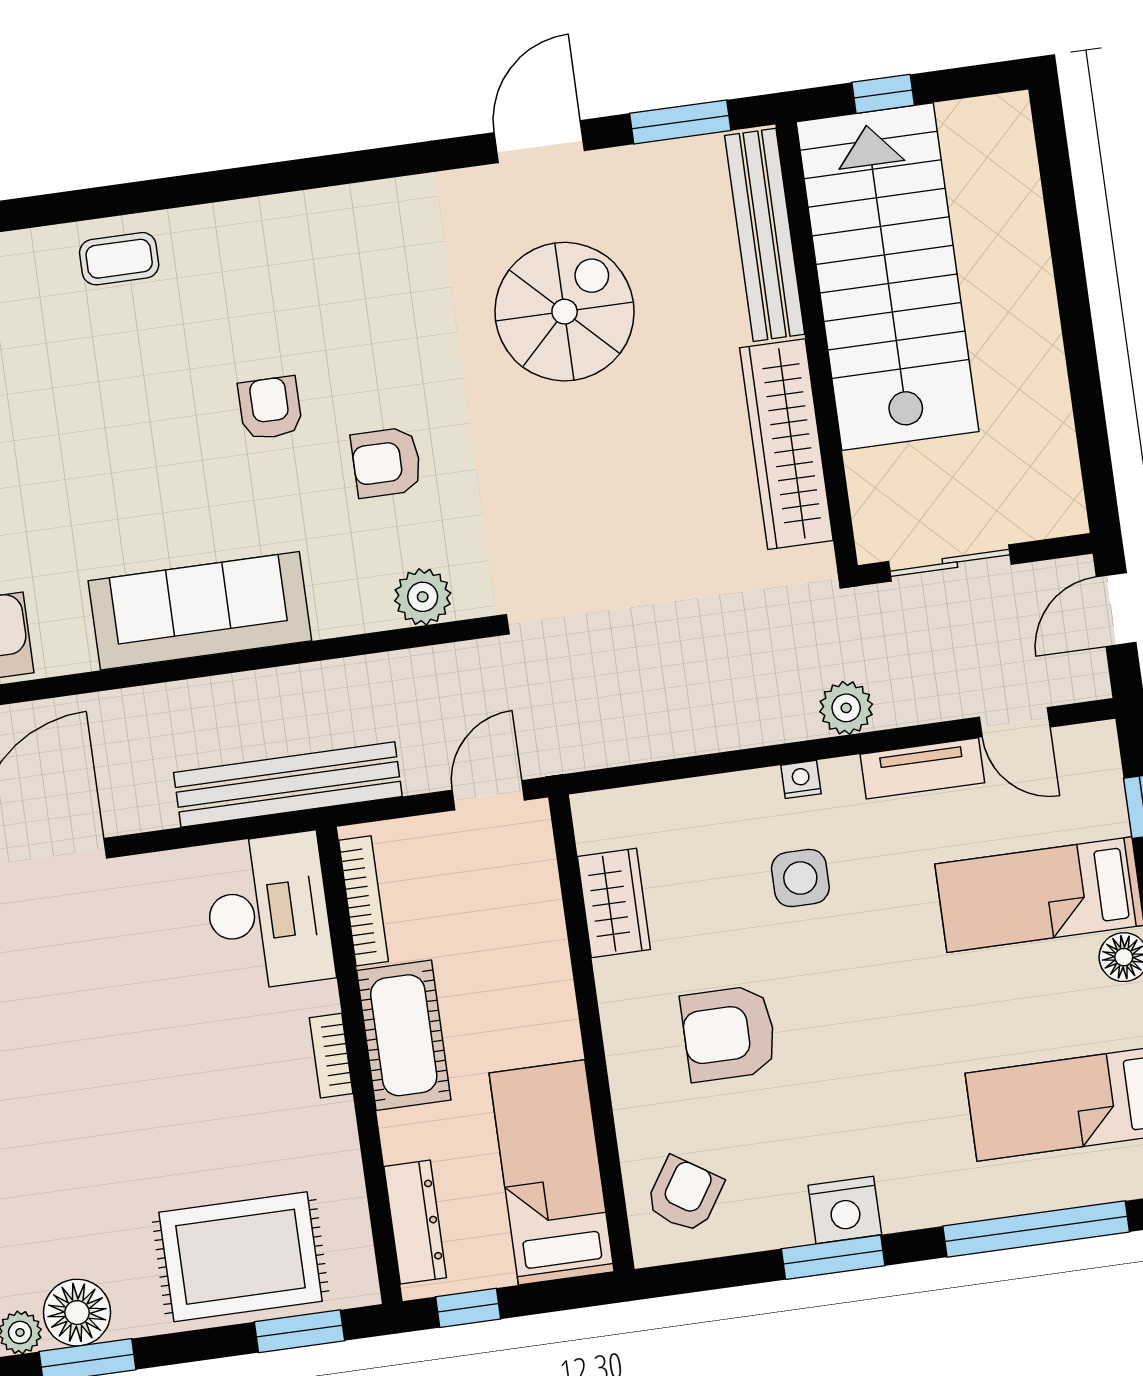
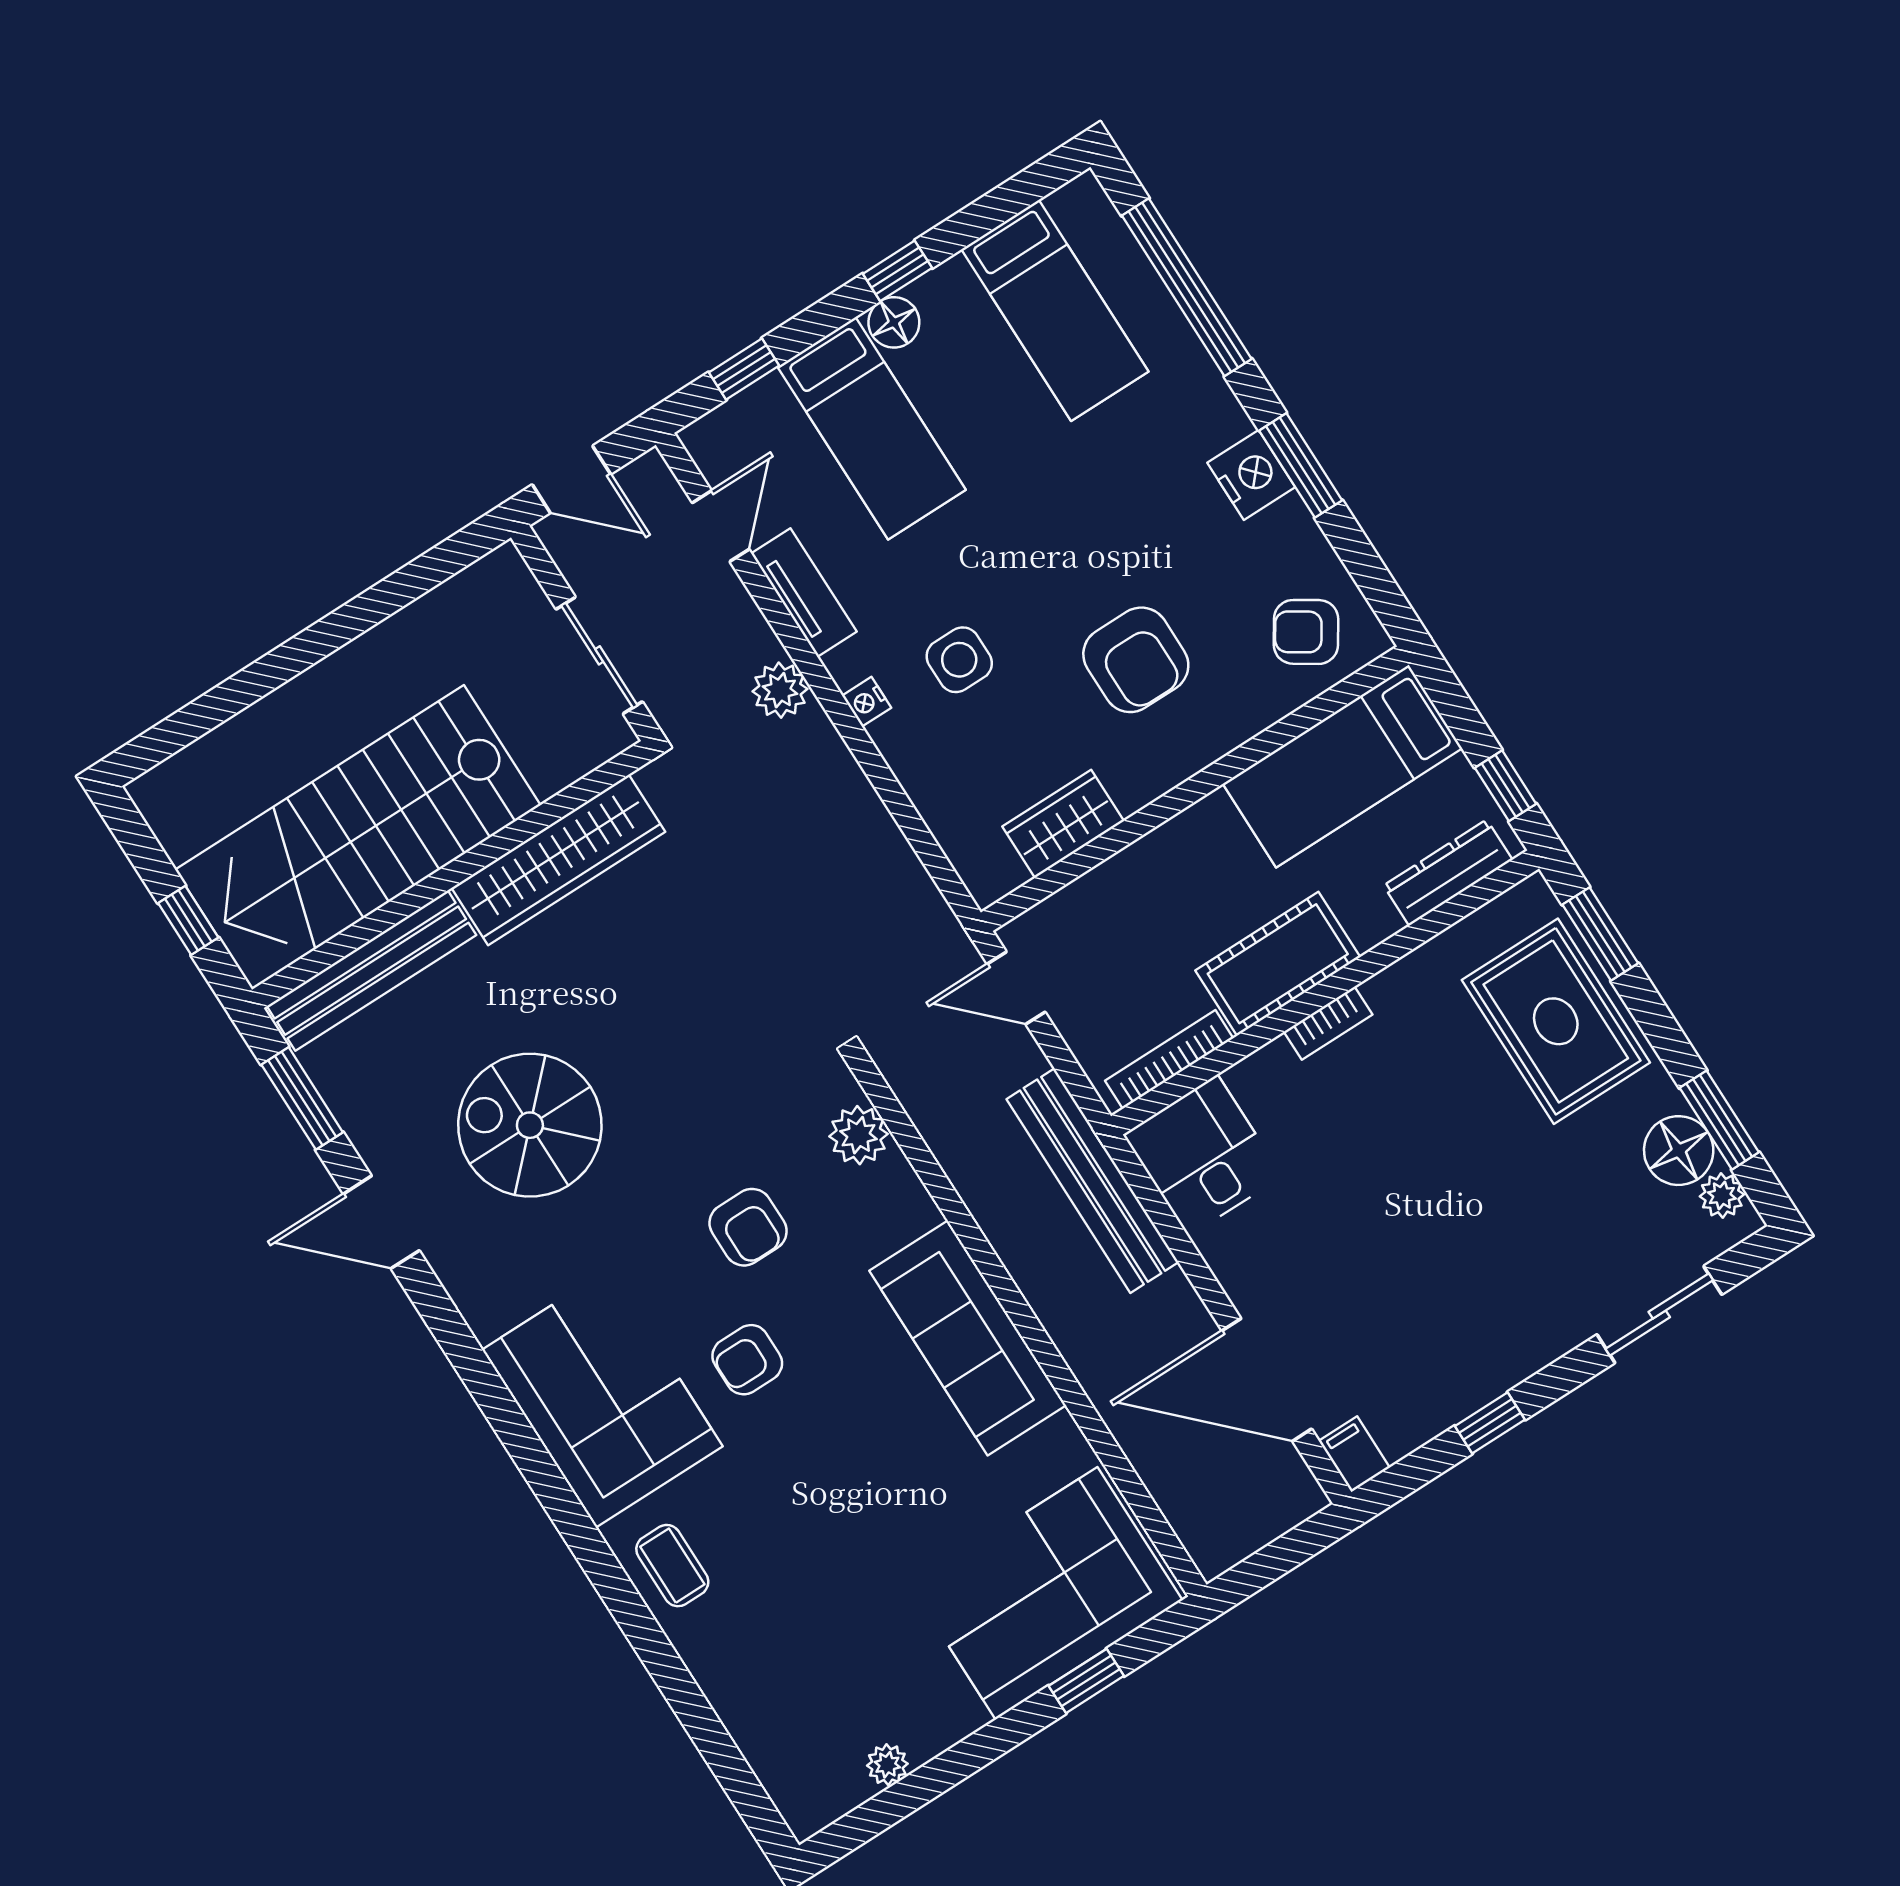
corner sofa: (295, 265) -> (602, 1398), added
desk: (268, 912) -> (1203, 1155), width x0.73

